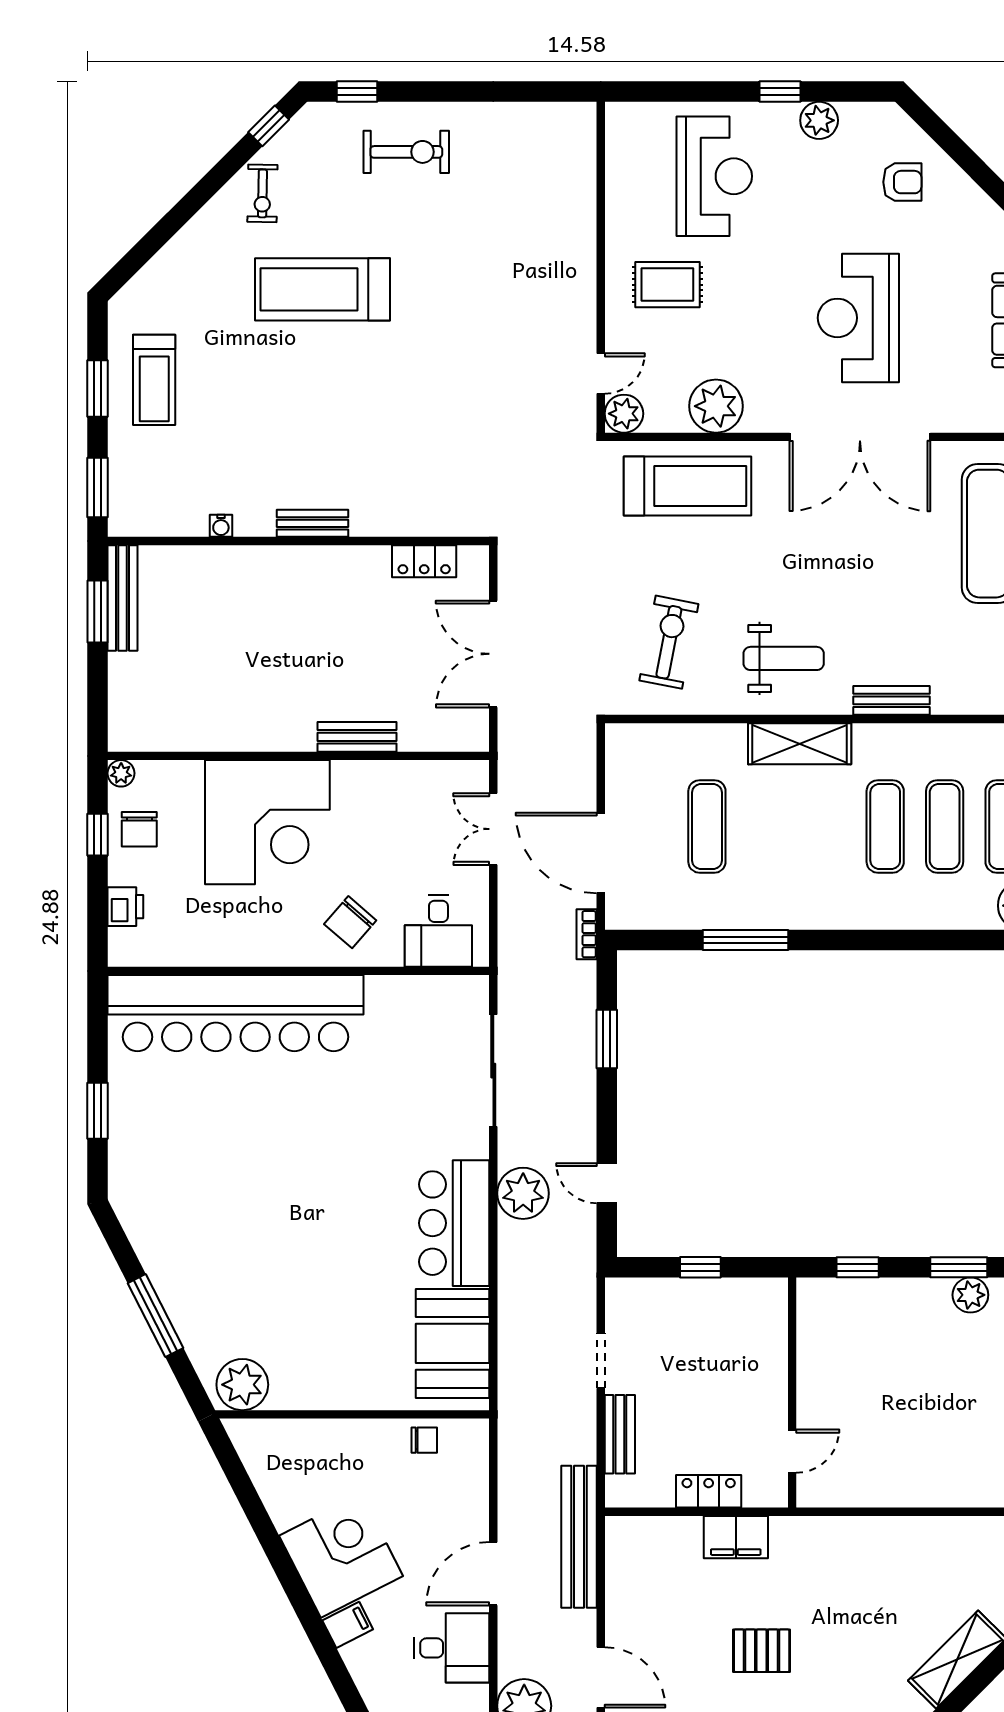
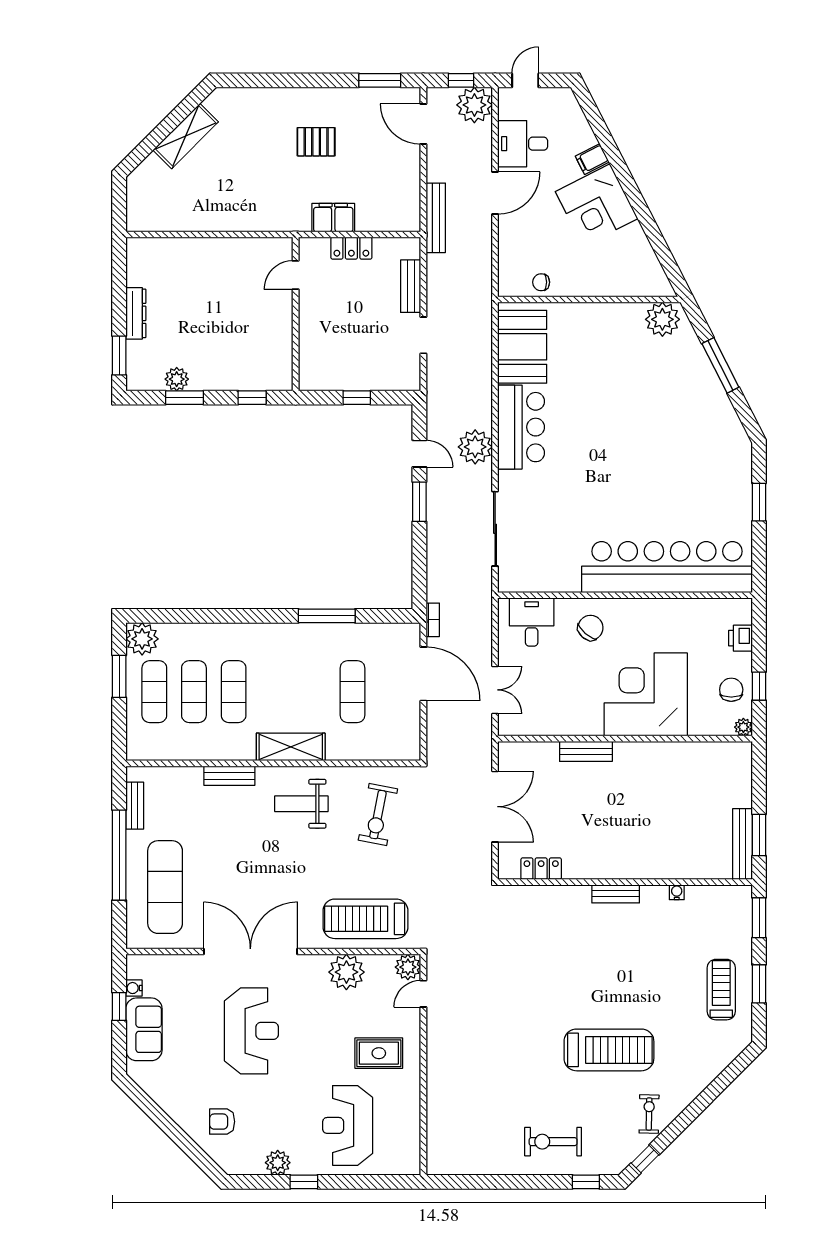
window: (607, 1039) -> (419, 502), moved
bench: (579, 1537) -> (436, 218), width x0.73, depth x0.82

